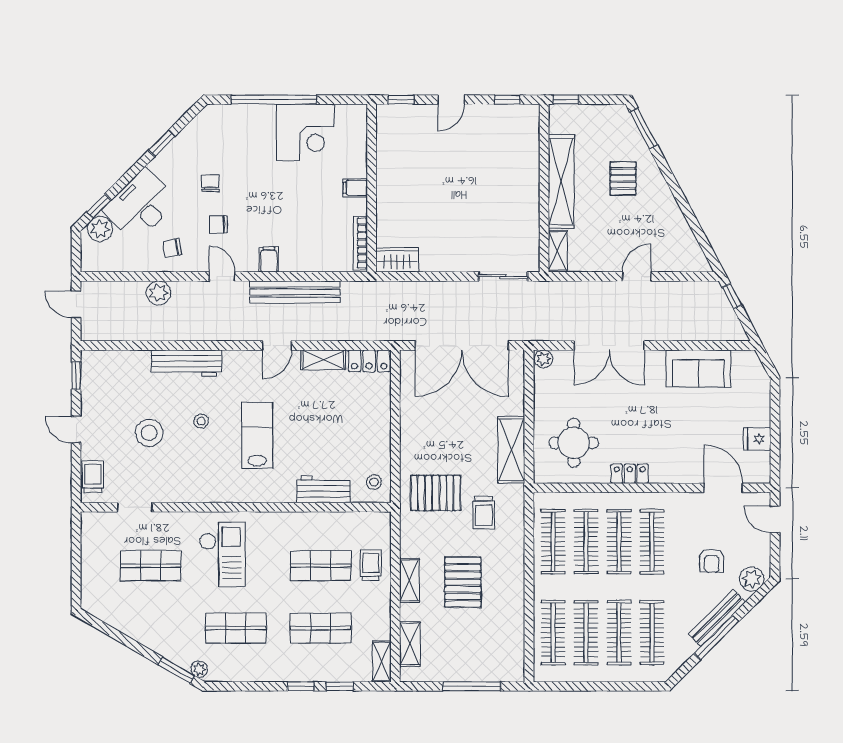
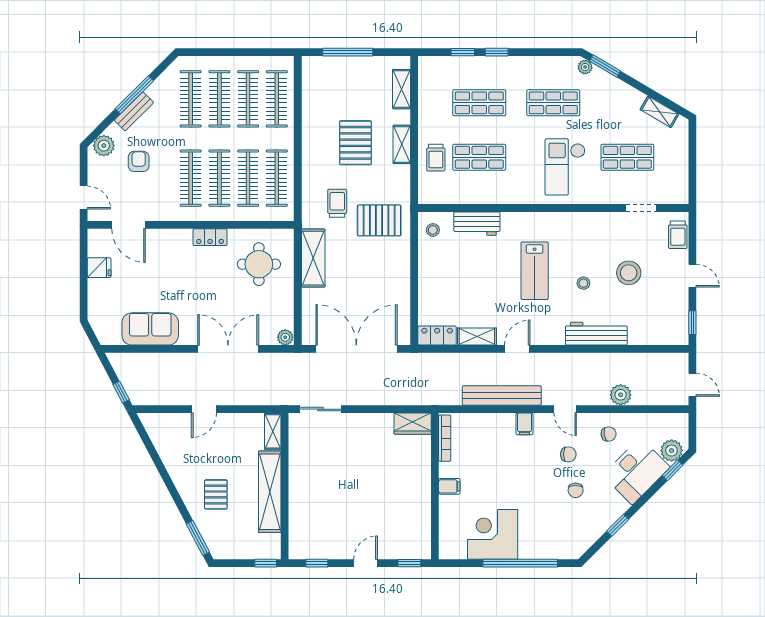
bench: (717, 618) -> (134, 111), width x0.73
shelving: (382, 661) -> (659, 112), moved, turned -60

